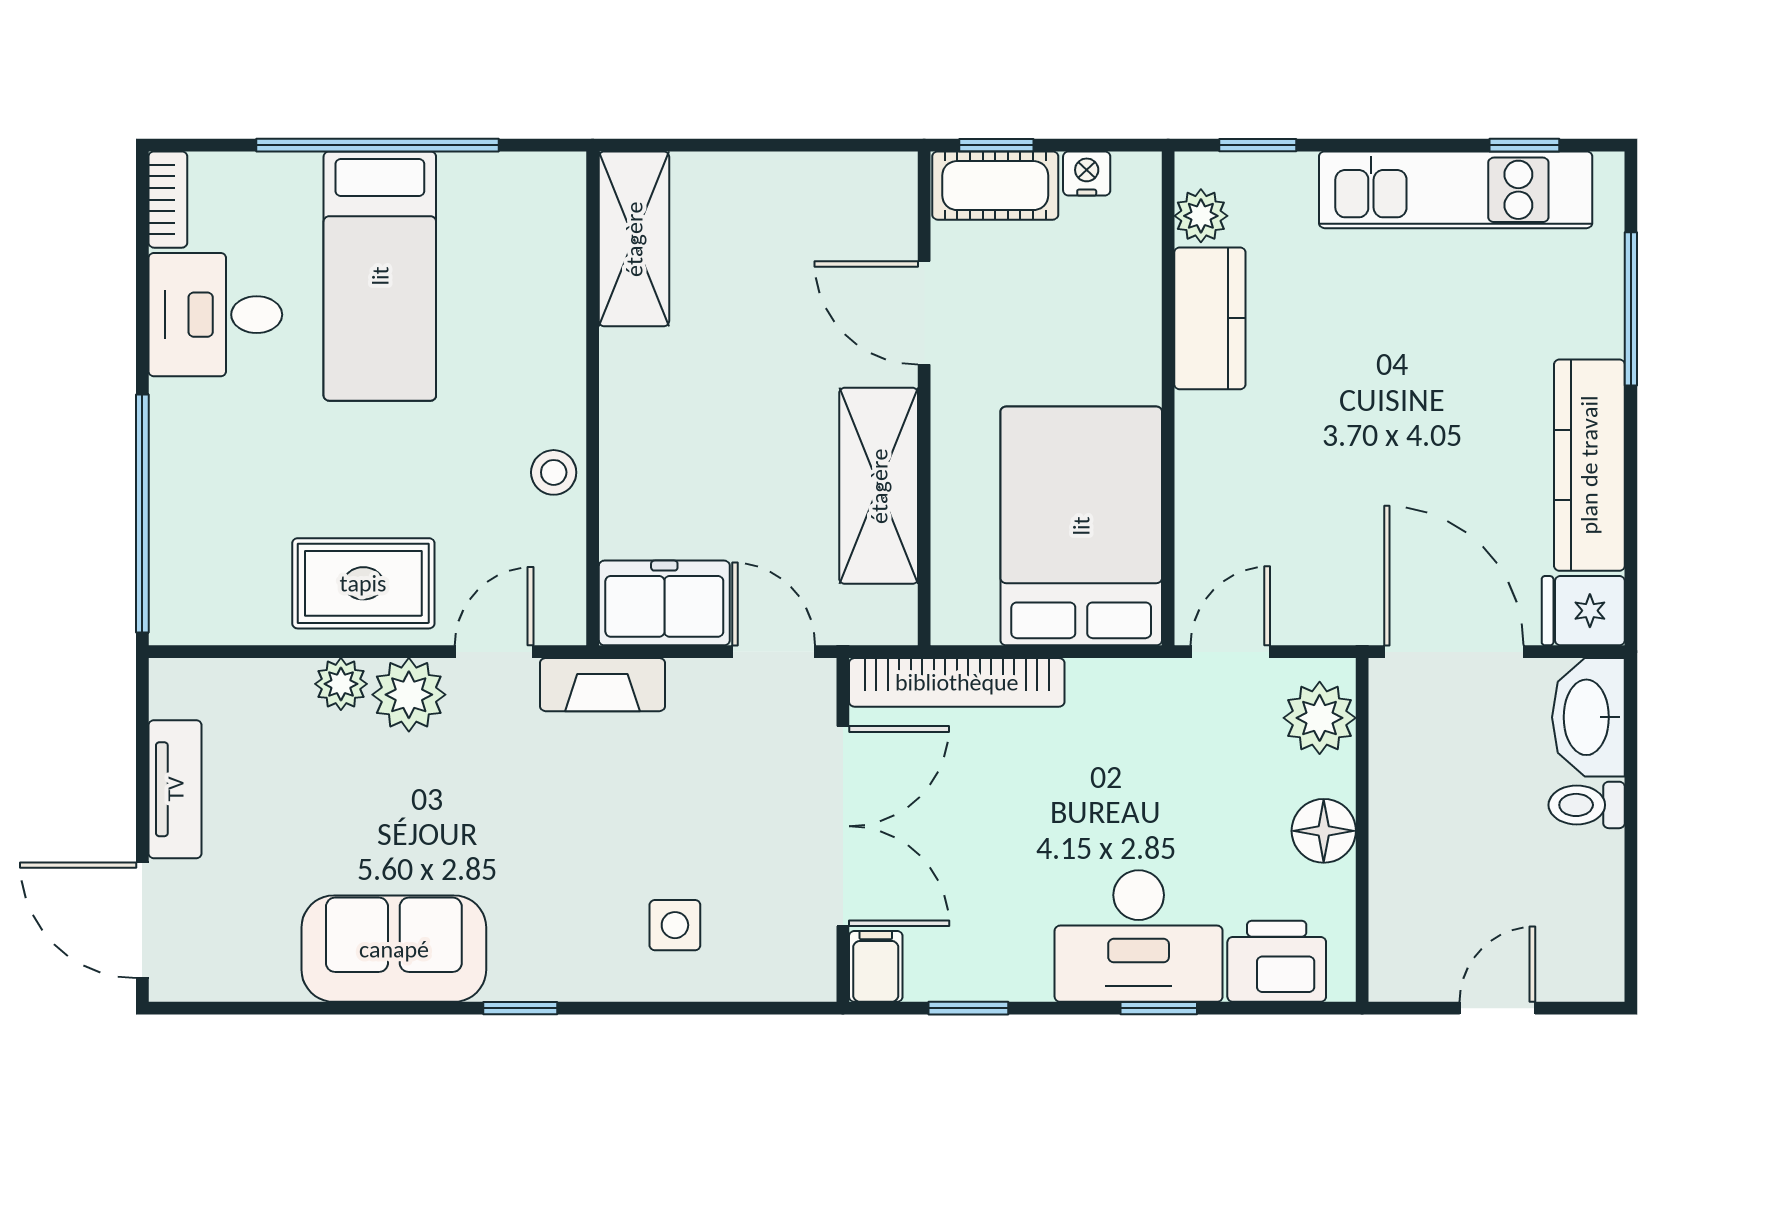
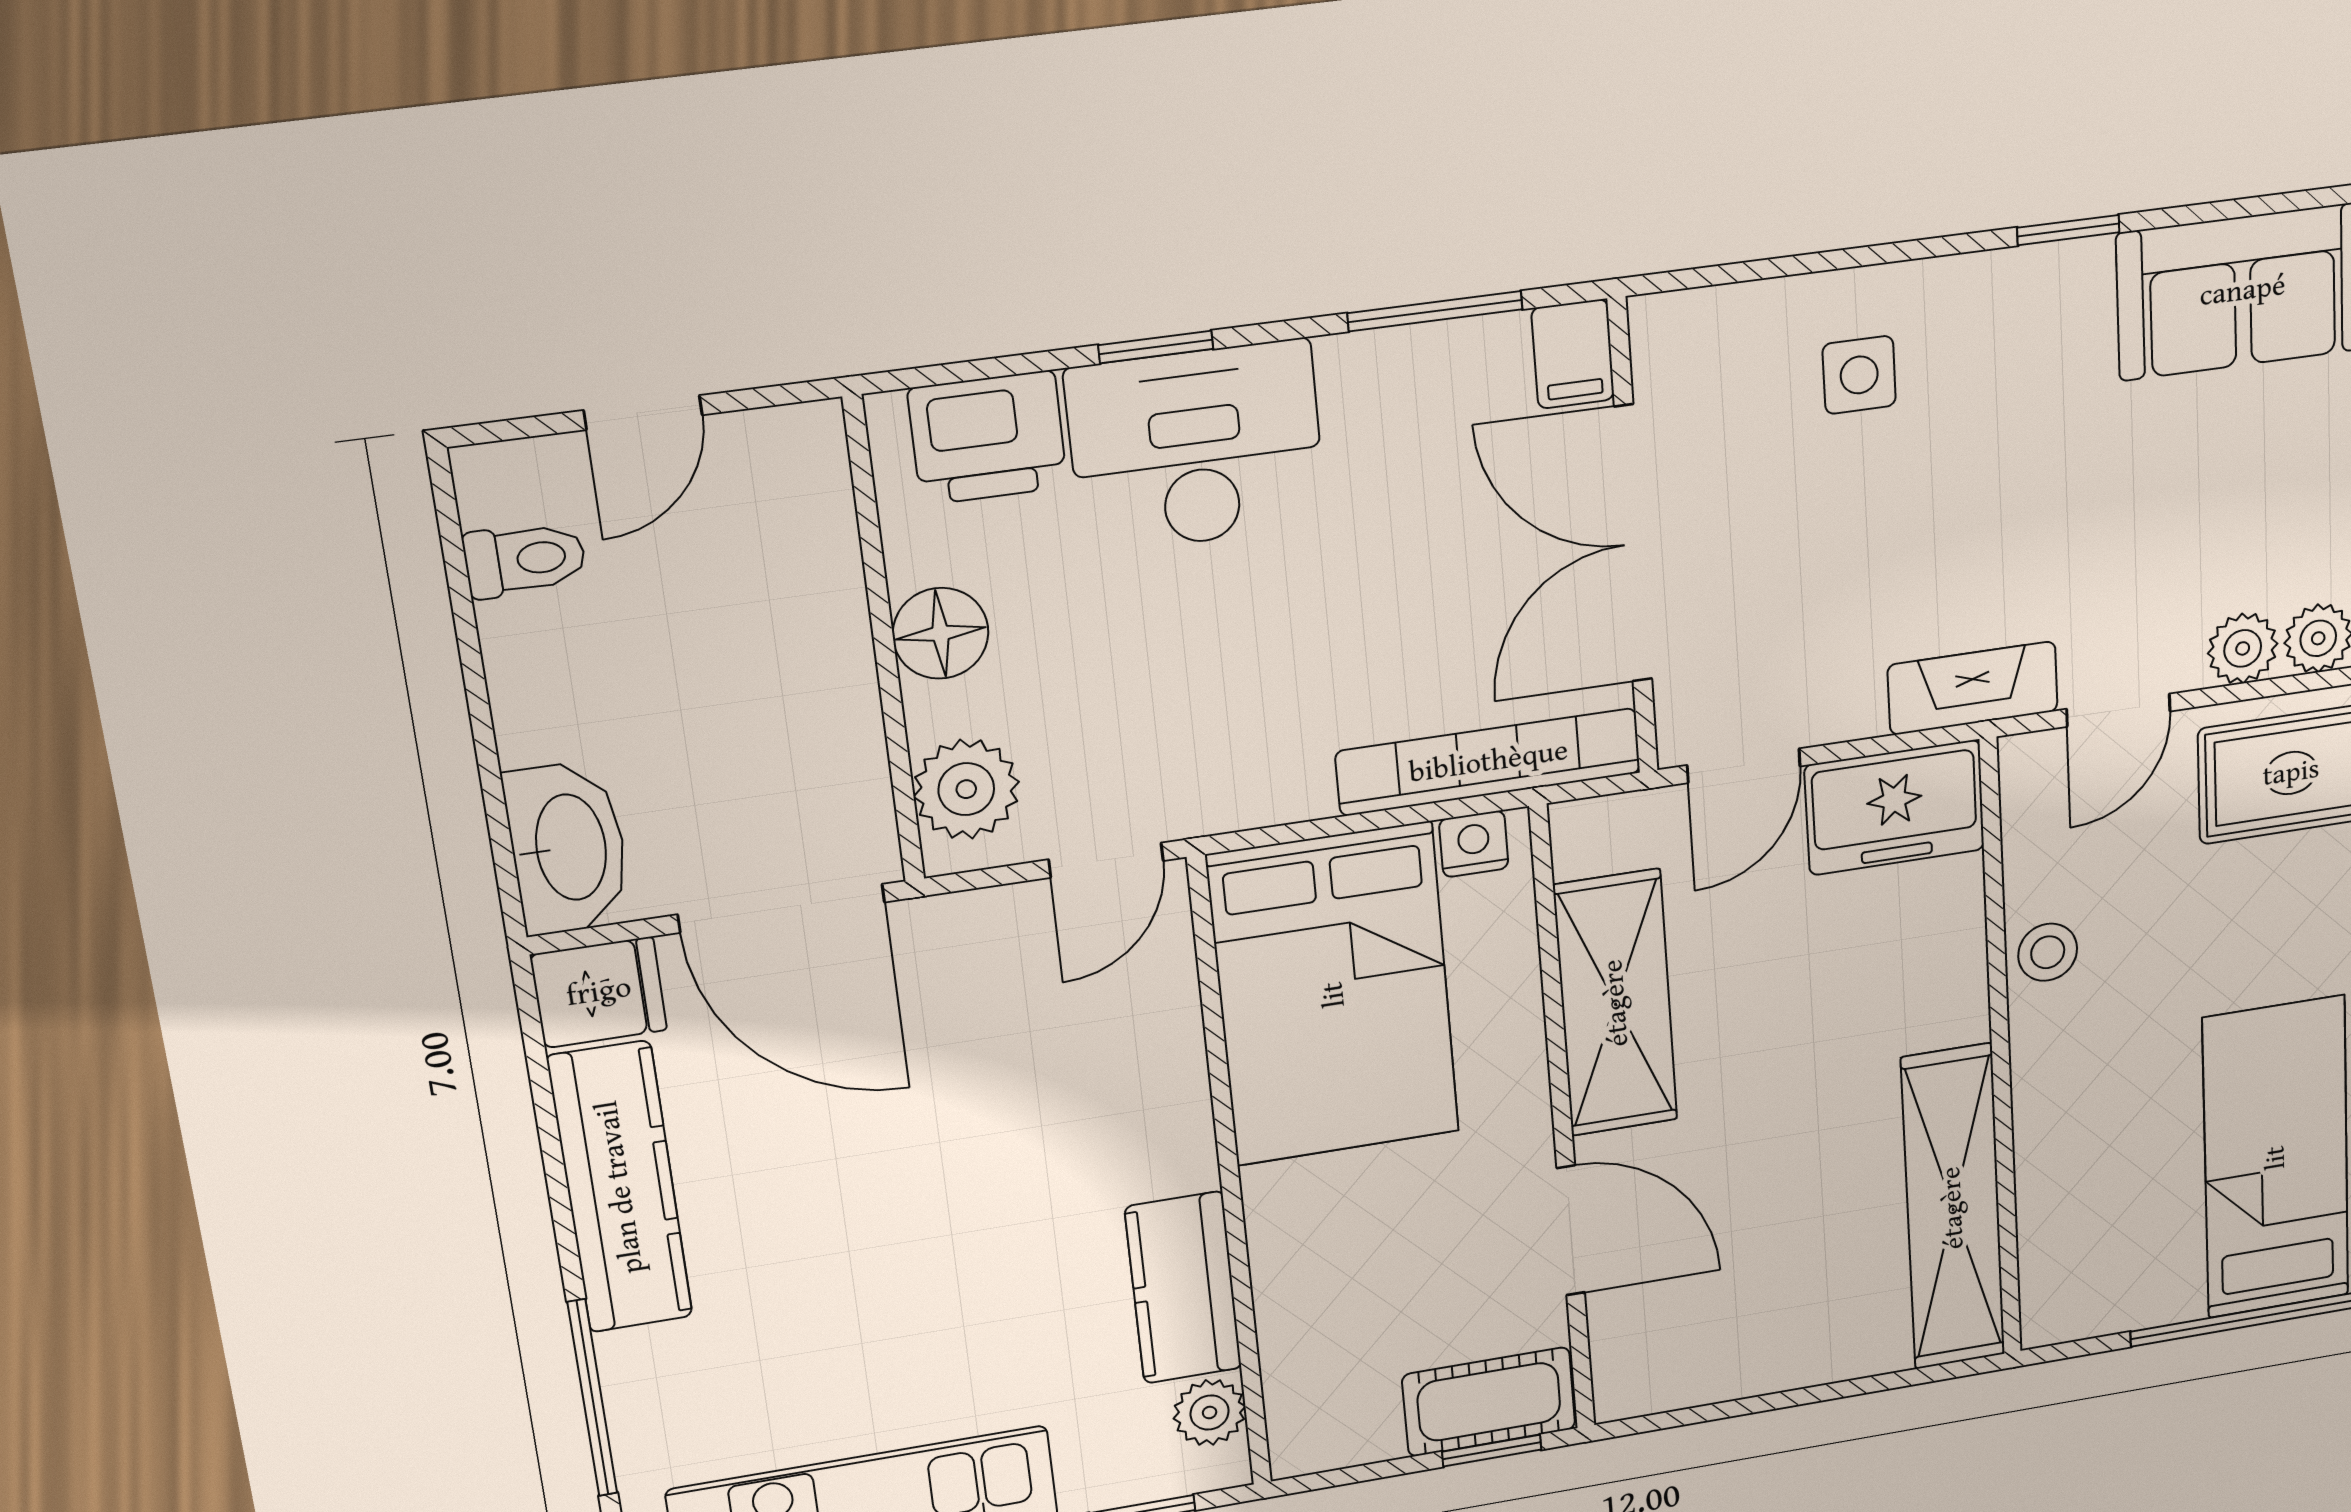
nightstand: (1087, 173) -> (1474, 844), moved, turned 180
shelving: (634, 239) -> (1953, 1208), width x1.47
door: (774, 652) -> (1744, 766), hinge flipped
plant: (409, 695) -> (2243, 648), width x0.73, depth x0.73
toilet: (1587, 805) -> (525, 560), moved
window: (968, 1008) -> (1435, 311), width x1.50

